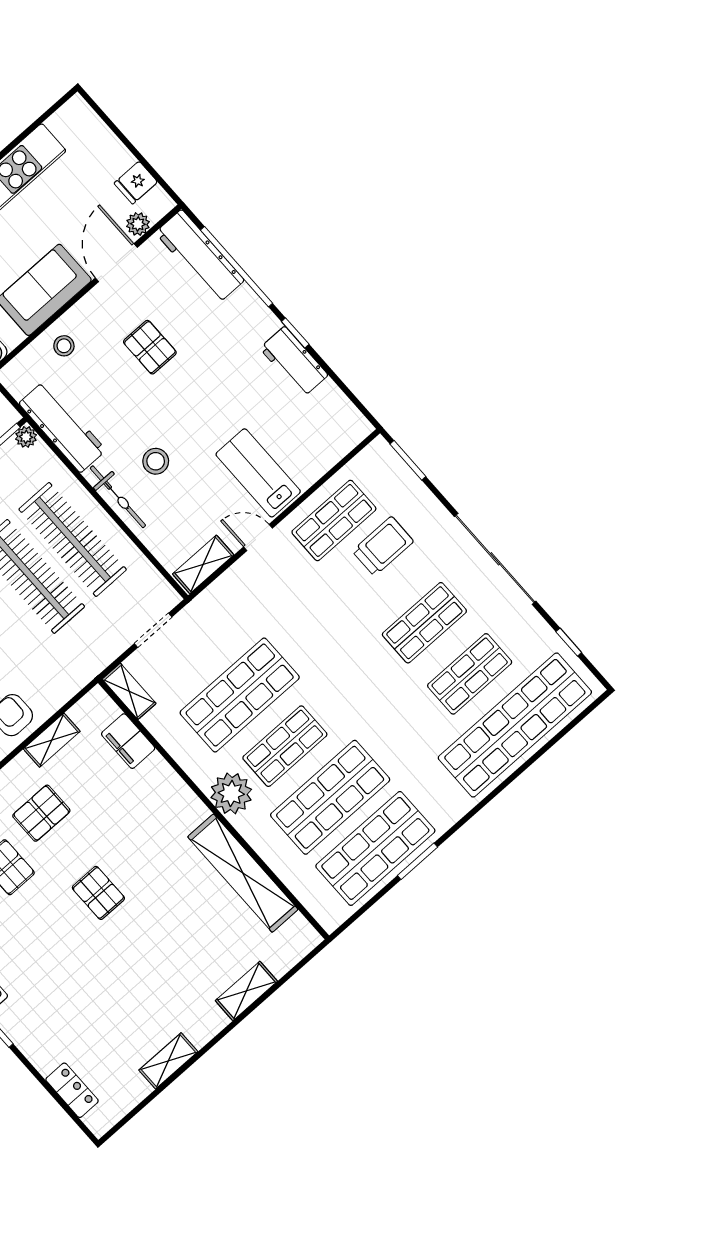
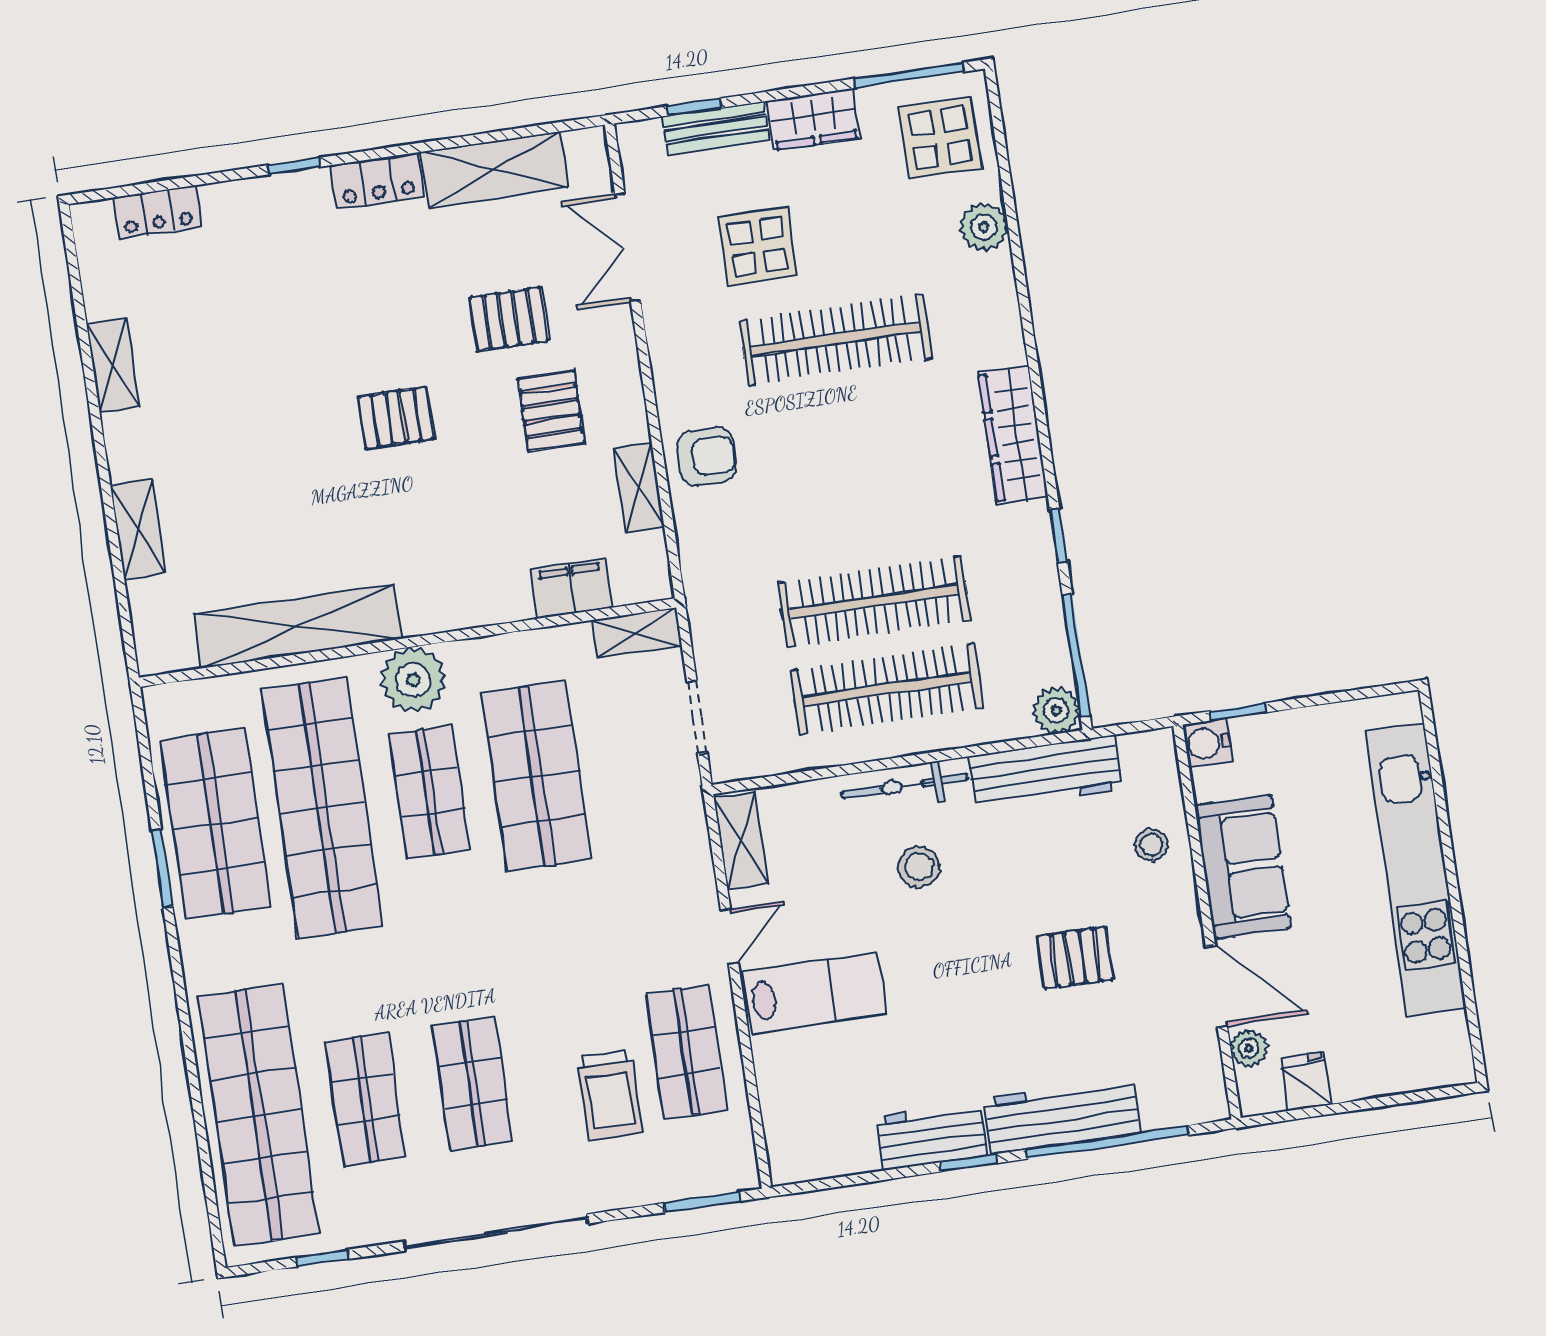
workbench: (200, 256) -> (1062, 1116), moved
plant: (26, 437) -> (1056, 710), width x1.38, depth x1.38
shop shelf: (330, 797) -> (323, 808), width x1.40

